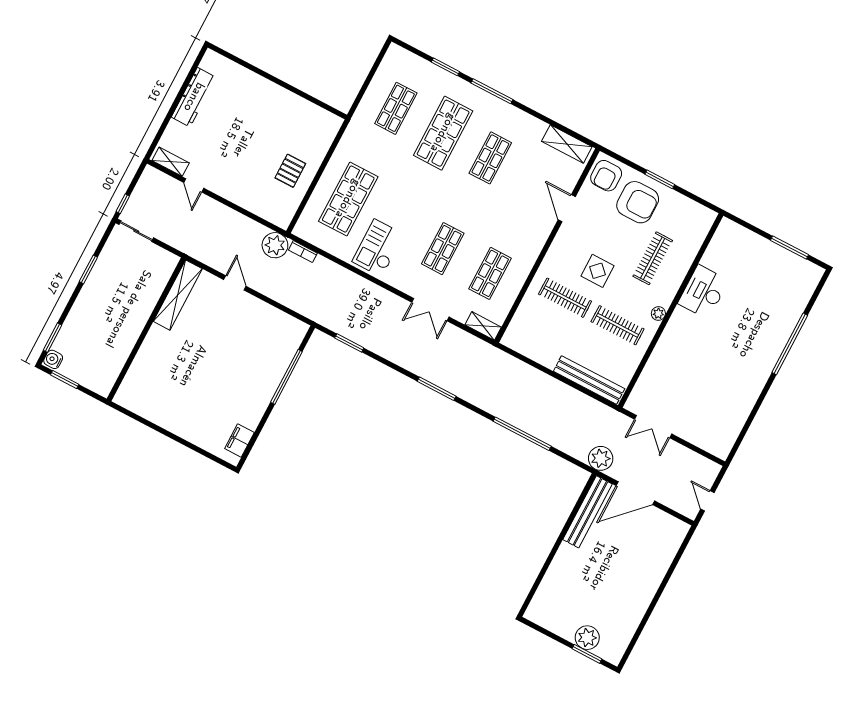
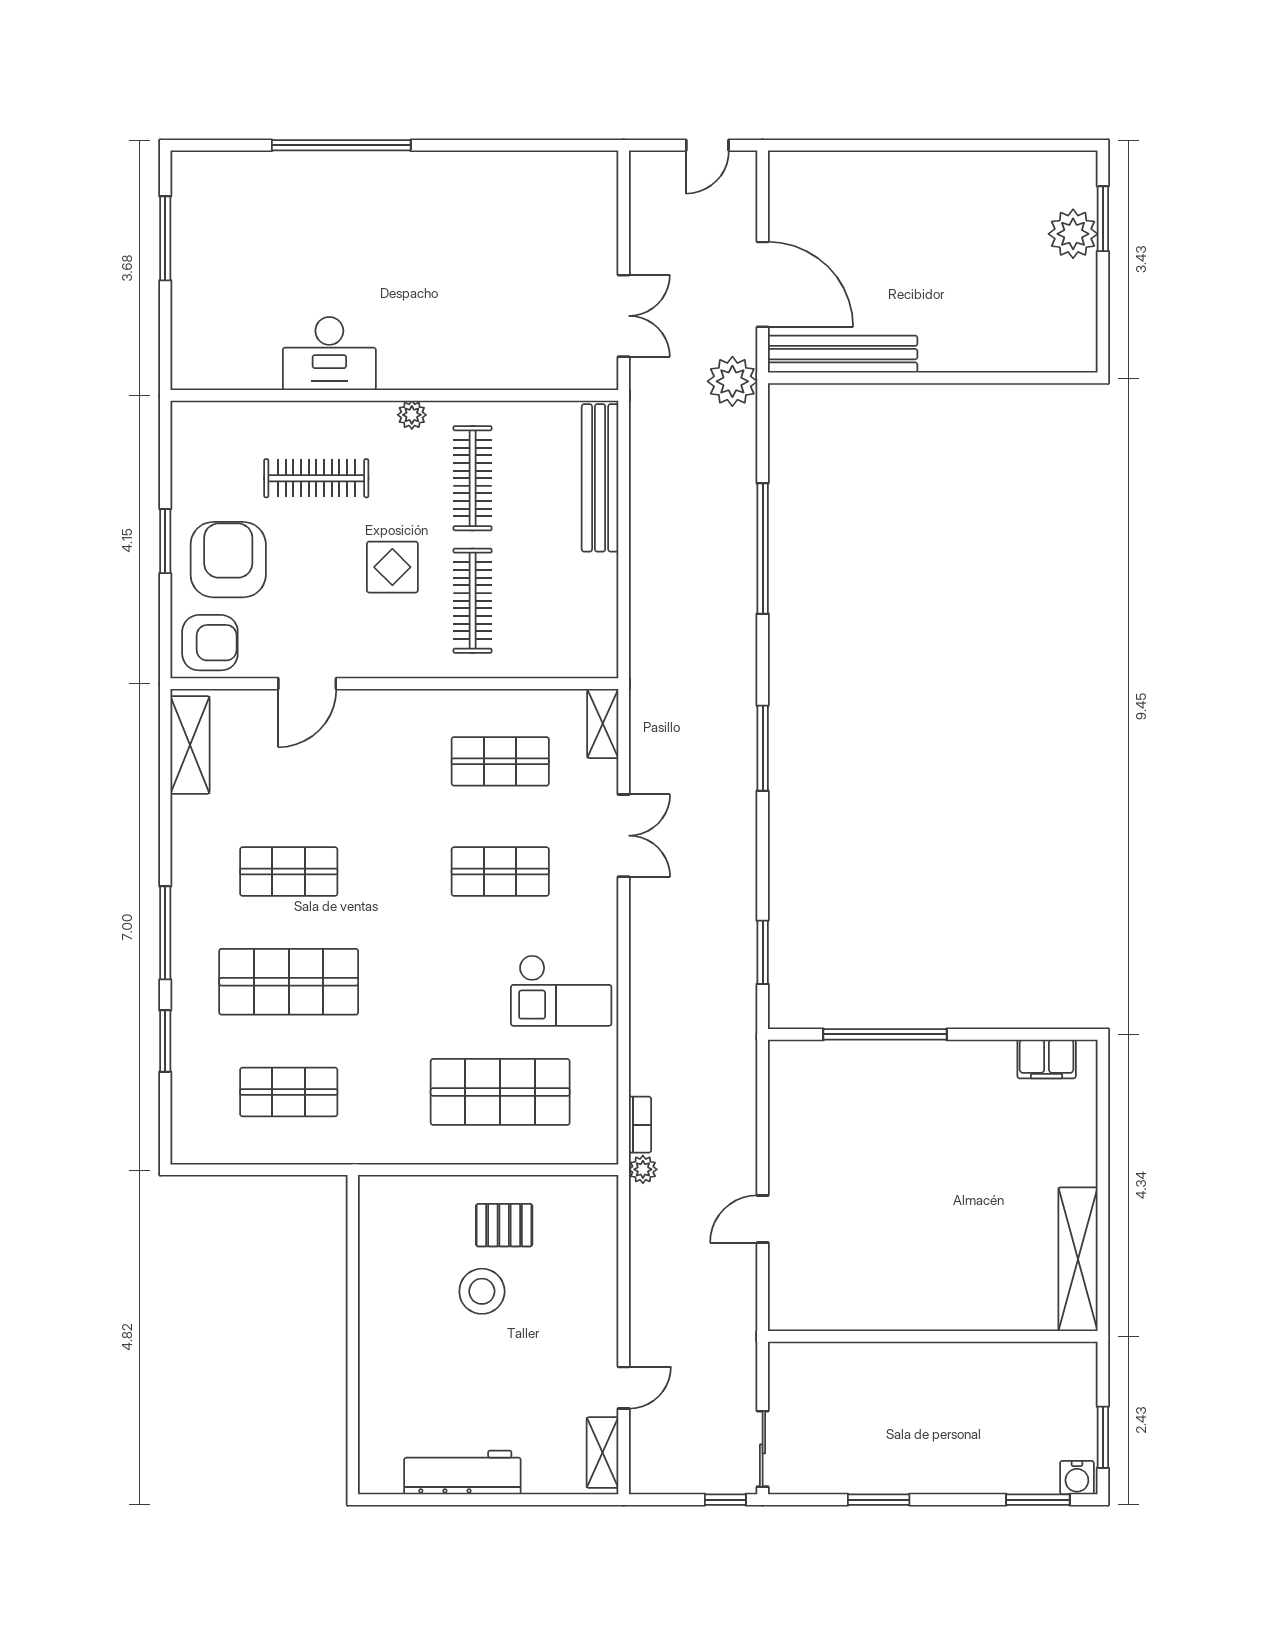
stool: (267, 146) -> (482, 1291), added
plant: (275, 245) -> (643, 1169), width x0.53, depth x0.53
shelving: (178, 295) -> (1078, 1259), moved, turned 90

